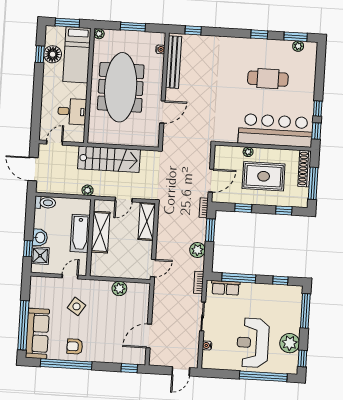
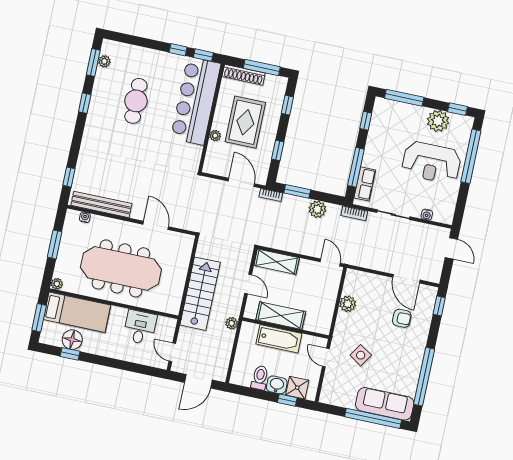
toilet: (45, 203) -> (260, 378), moved
armchair: (75, 346) -> (402, 318), moved, turned -90

